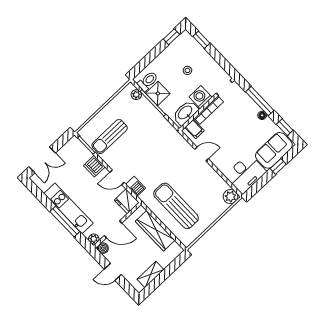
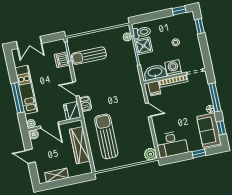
sofa: (274, 150) -> (209, 130), moved, turned -90
dishwasher: (94, 166) -> (62, 60), moved

